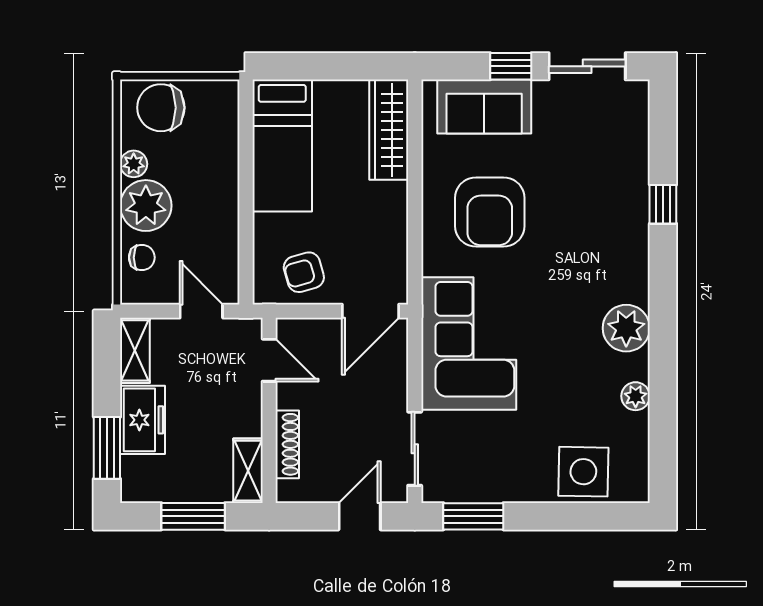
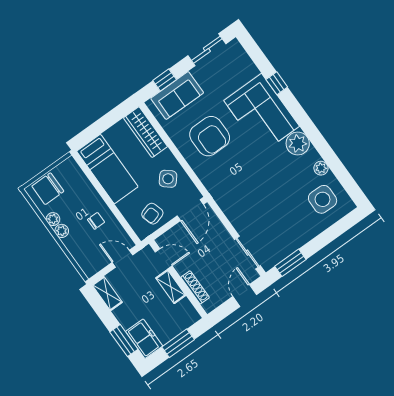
window: (511, 66) -> (165, 80), moved
plant: (146, 206) -> (62, 231), width x0.53, depth x0.53
side table: (371, 233) -> (168, 179), added
chair: (142, 257) -> (96, 221), moved
corner sofa: (469, 344) -> (262, 113), moved, turned 180
freezer: (142, 420) -> (144, 339), moved
shelving: (248, 471) -> (171, 287), moved
side table: (583, 472) -> (323, 199), moved

